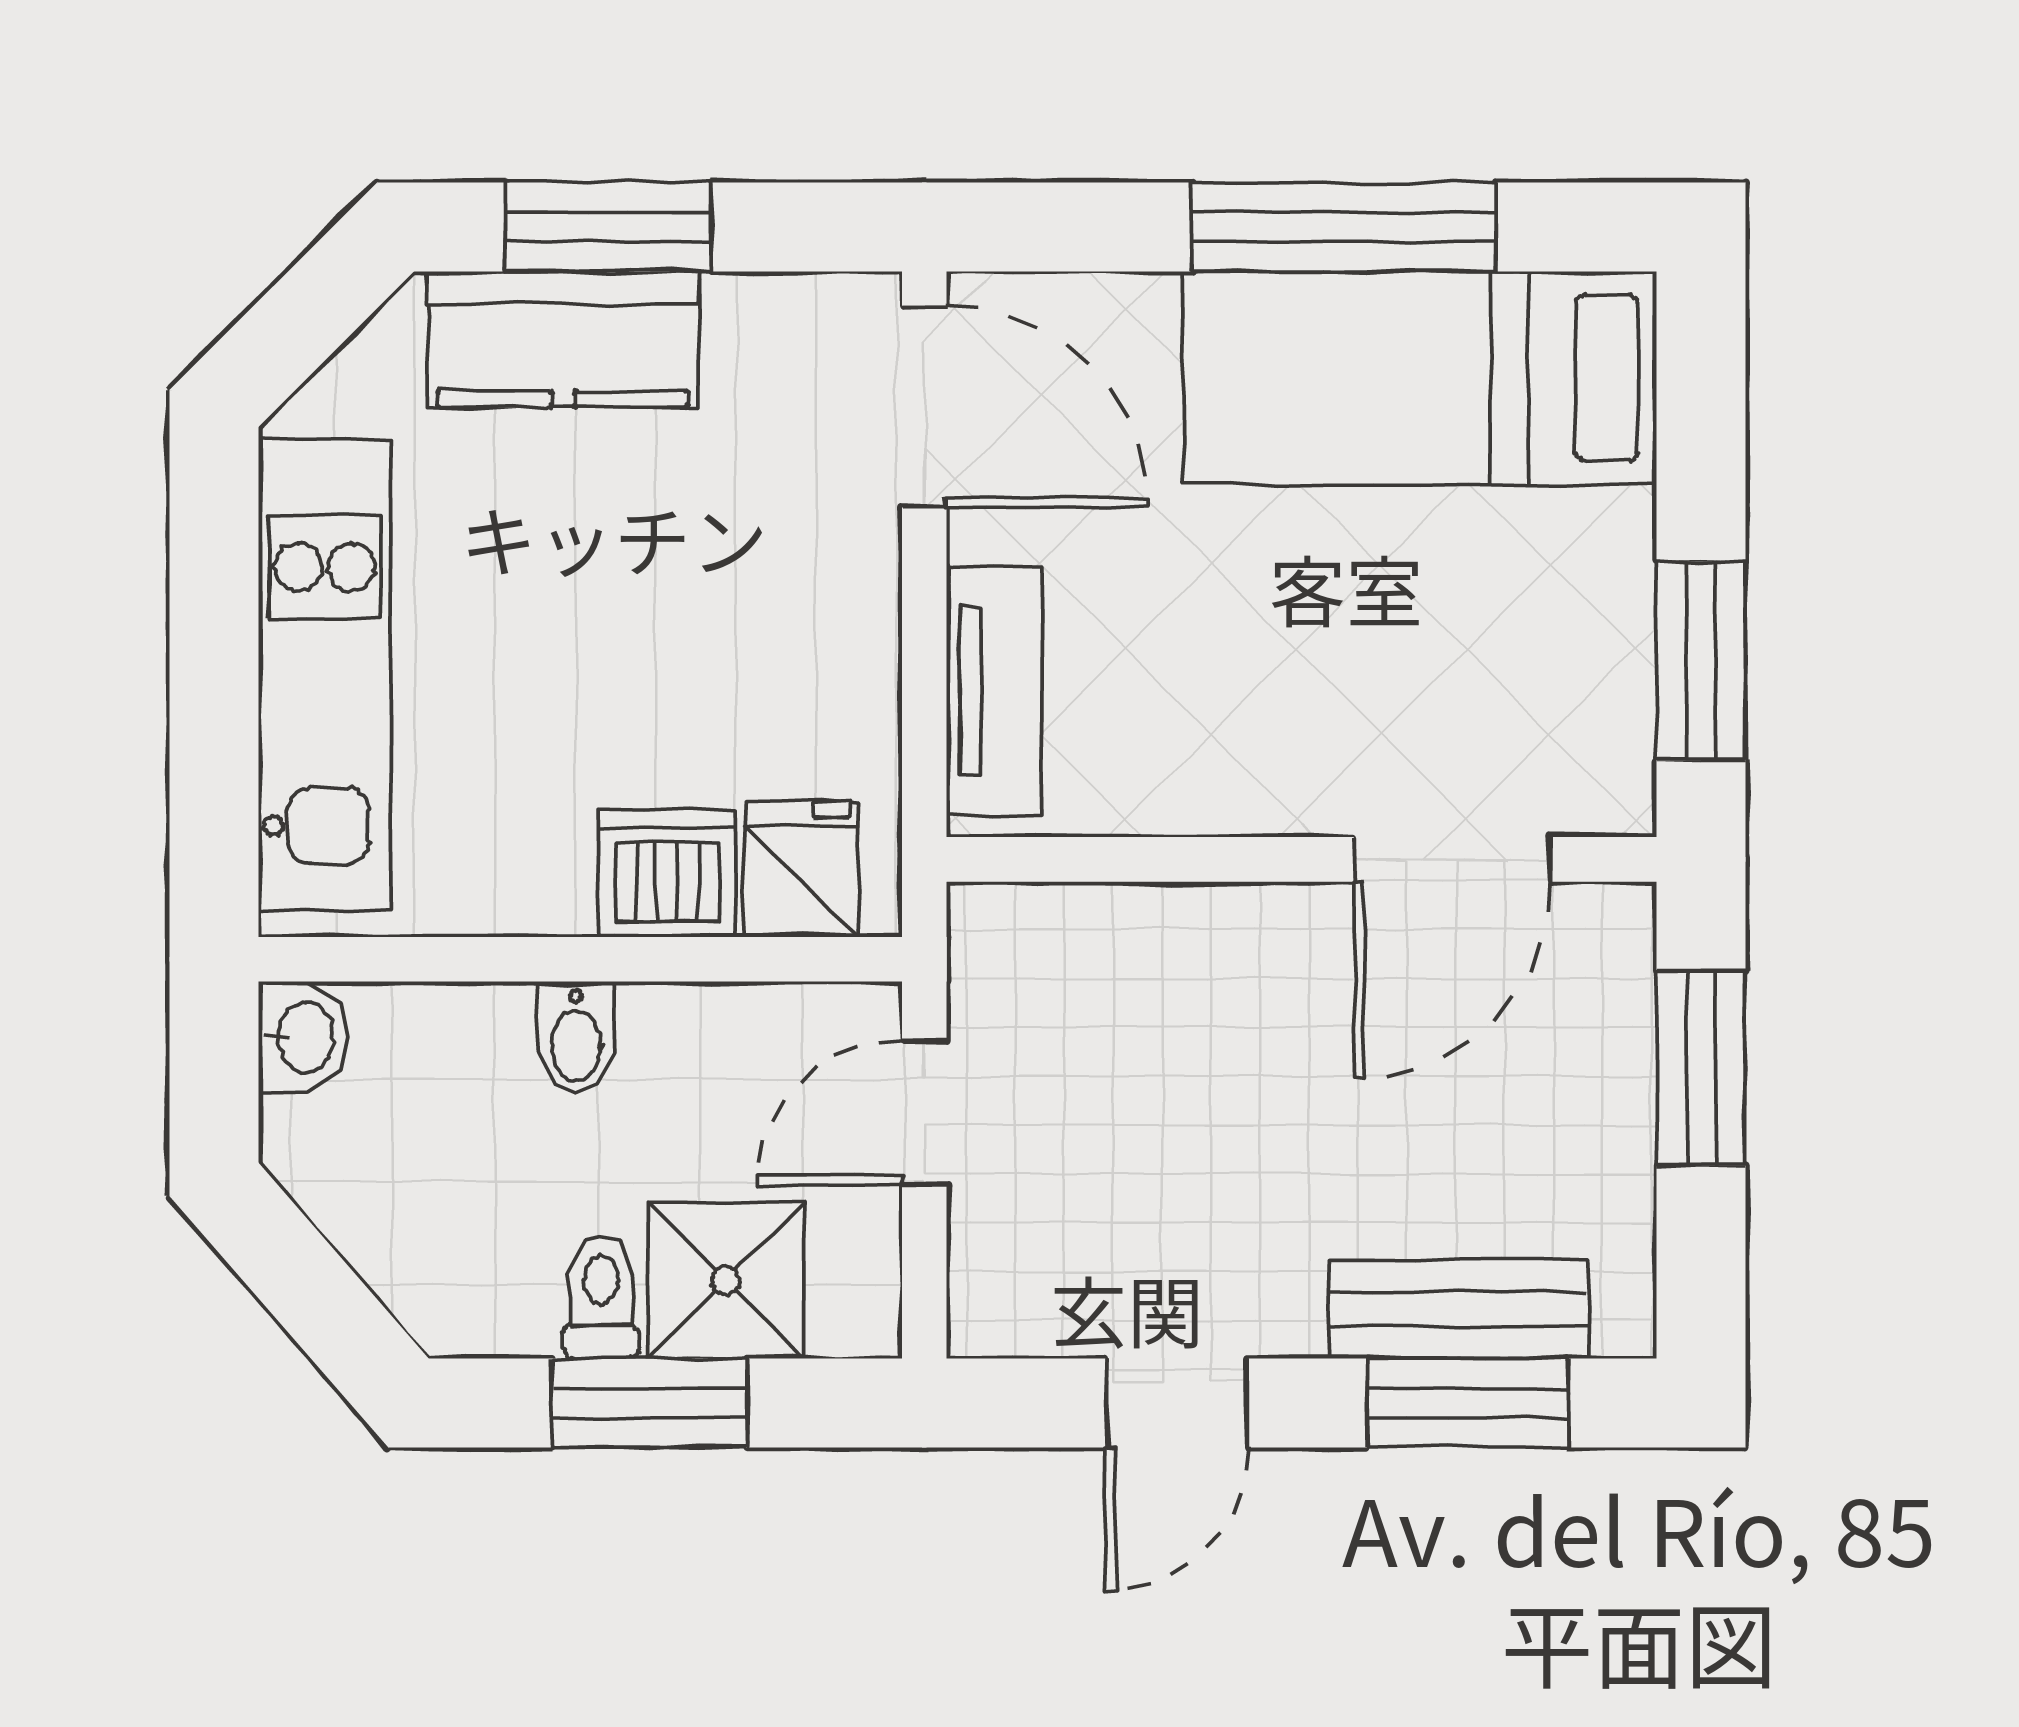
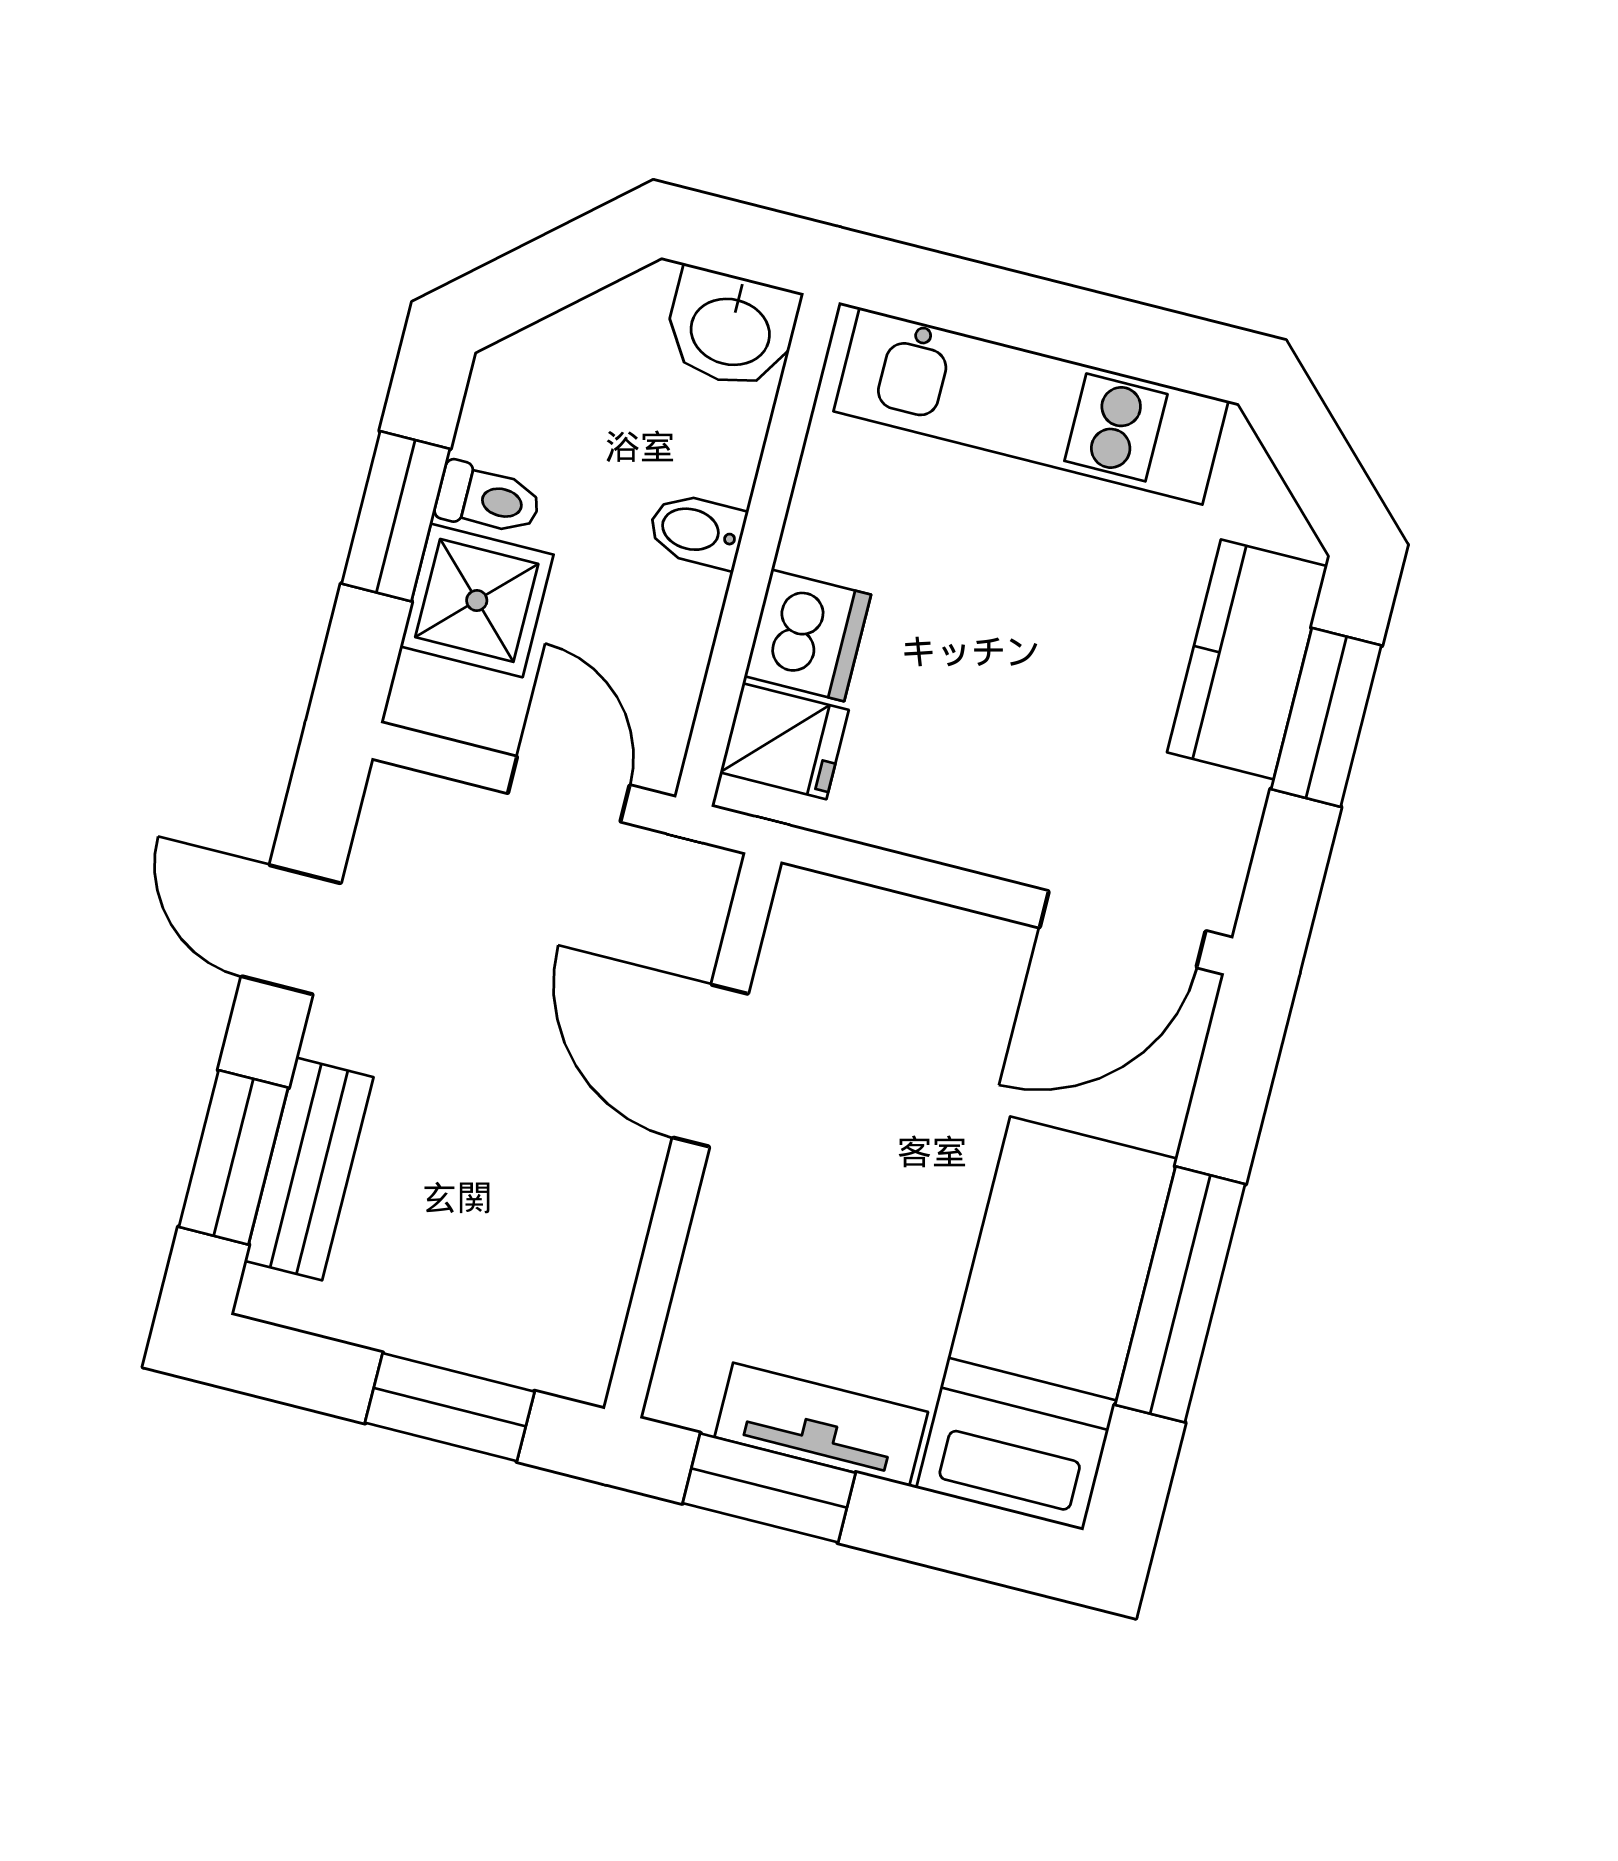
tv unit: (994, 691) -> (821, 1424), moved, turned 180
door: (1452, 859) -> (710, 1066), moved
washbasin: (303, 1037) -> (731, 329), width x1.38, depth x1.45

